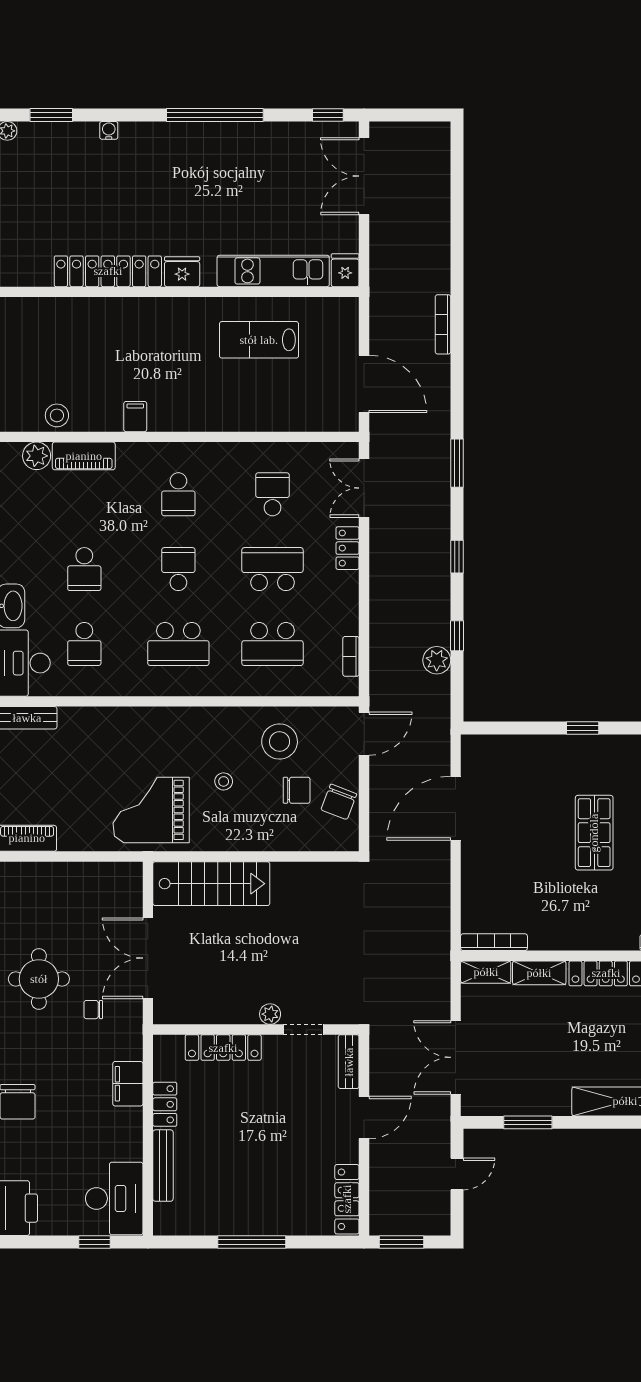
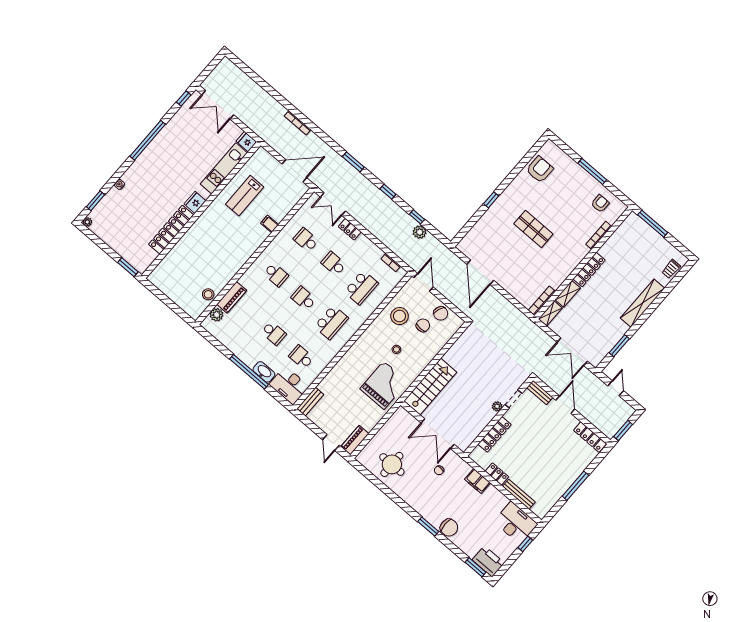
filing cabinet: (135, 417) -> (270, 224), moved
school desk: (273, 569) -> (334, 264), width x0.54
school desk: (84, 644) -> (301, 357), turned 180
grand piano: (151, 810) -> (384, 385), turned 180
round table: (39, 979) -> (392, 464), moved

